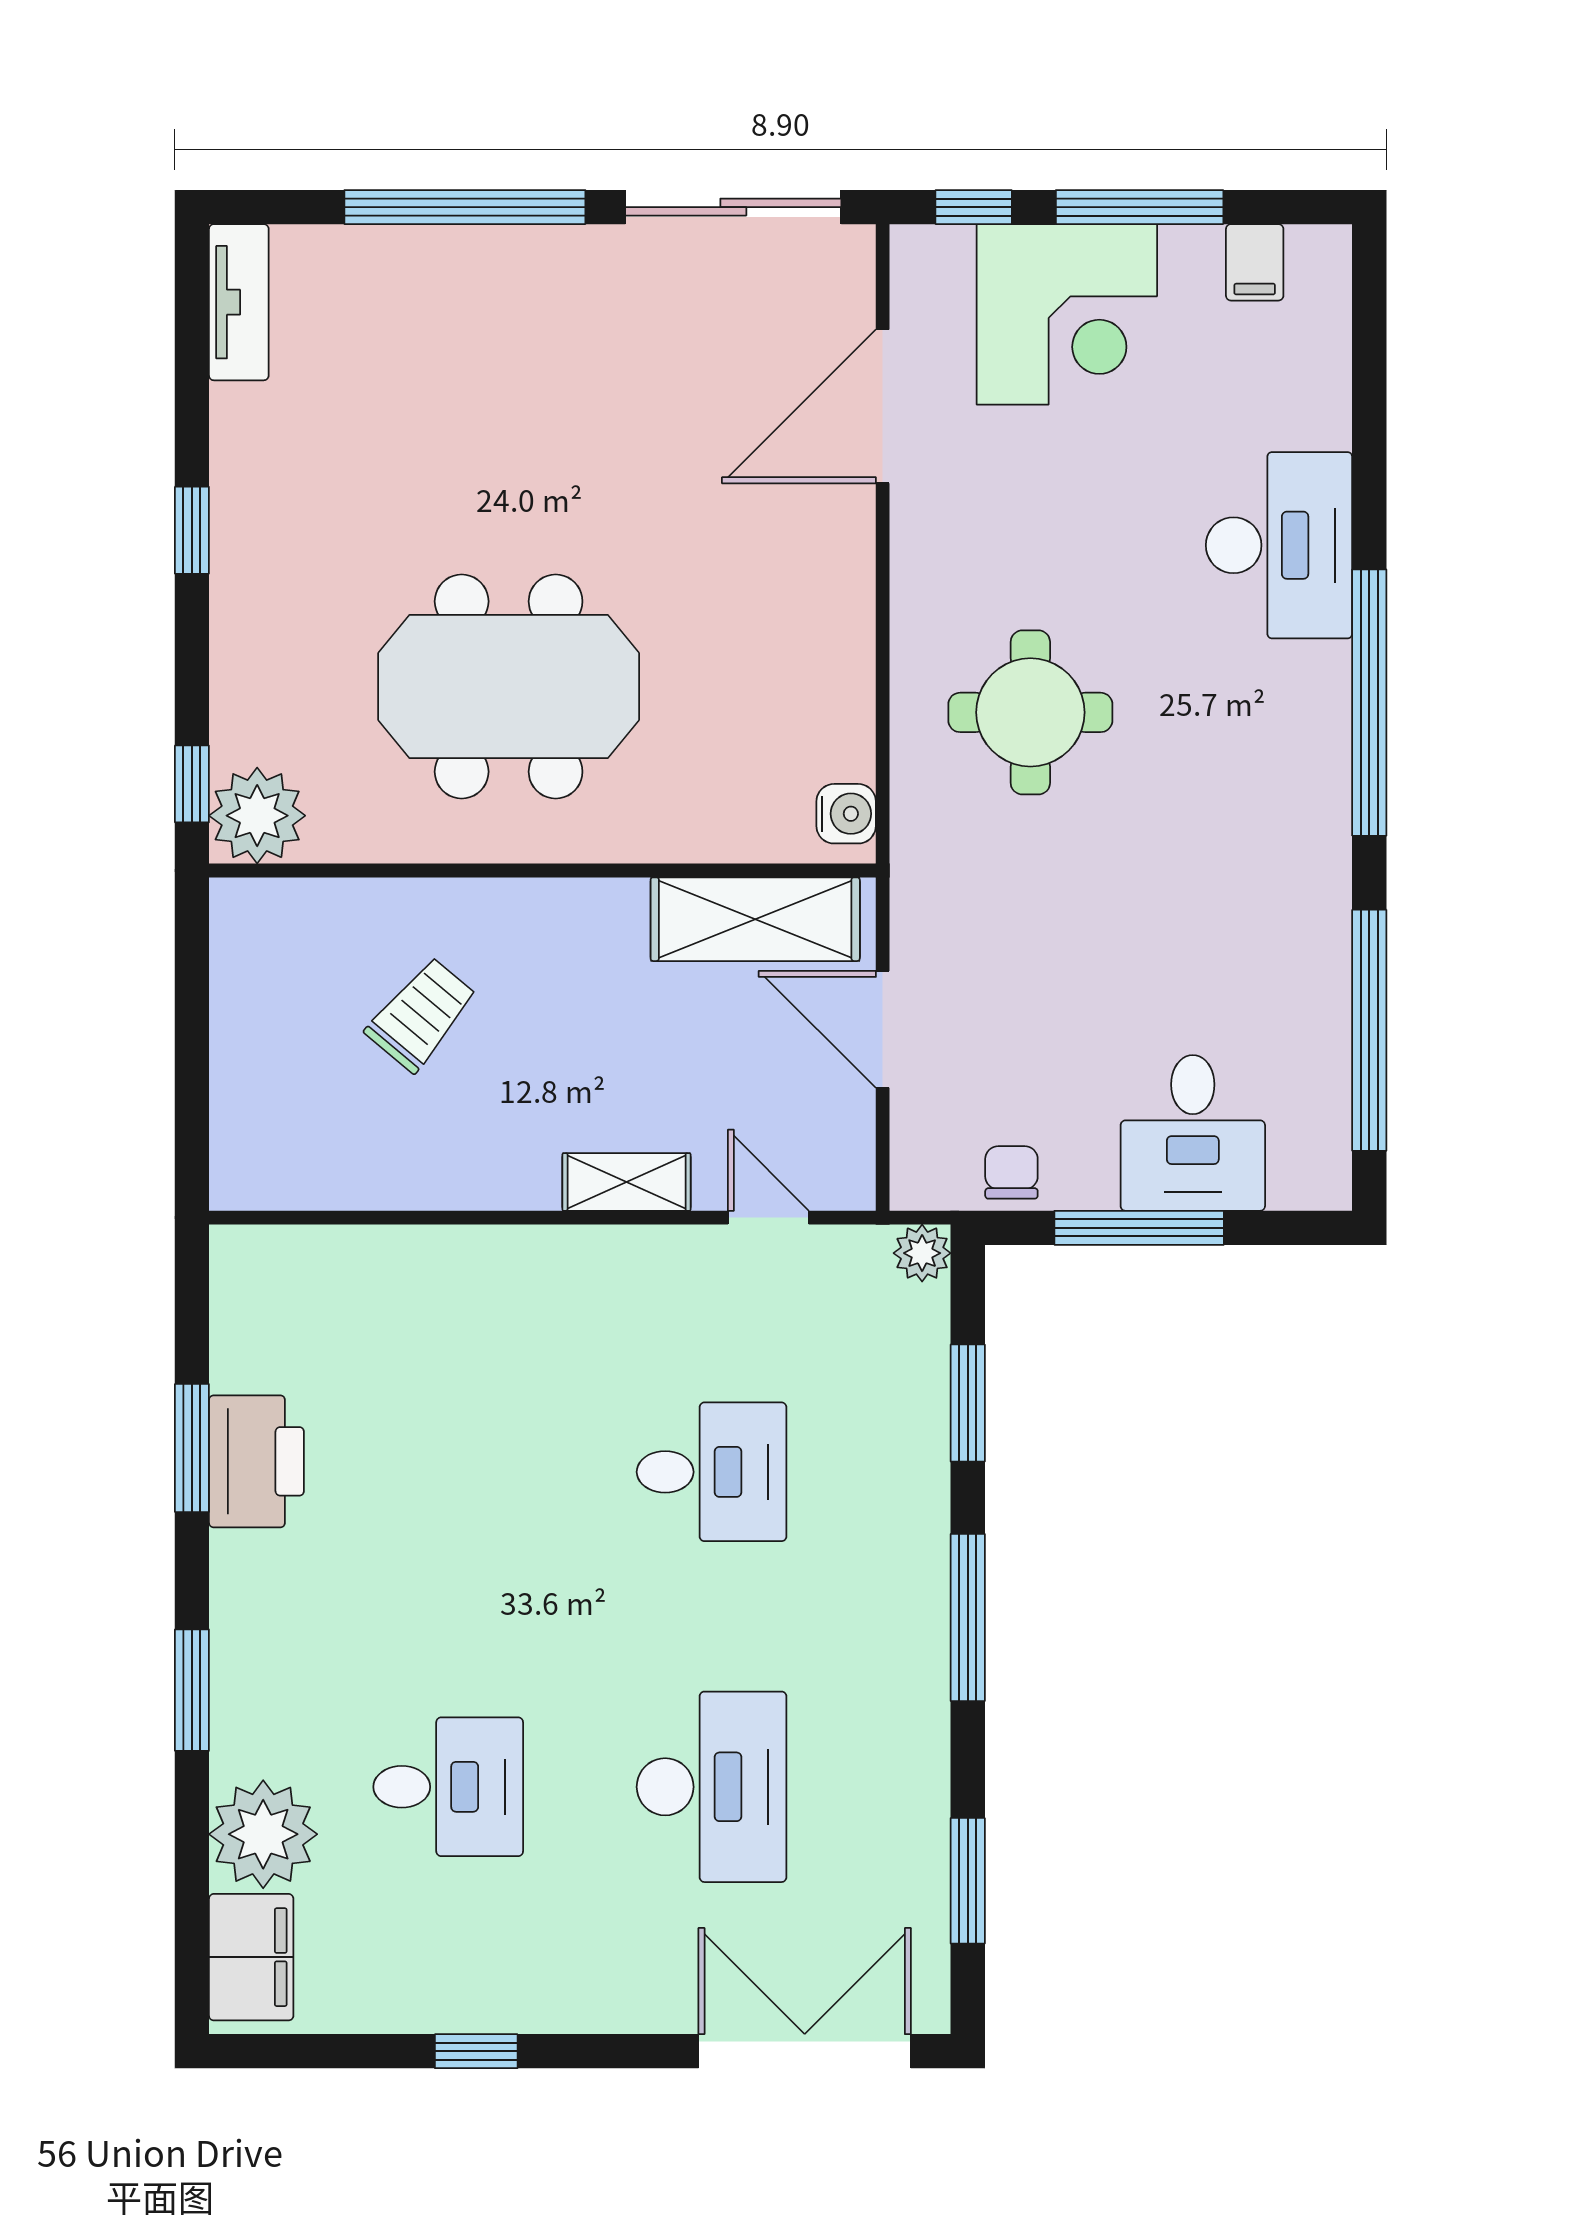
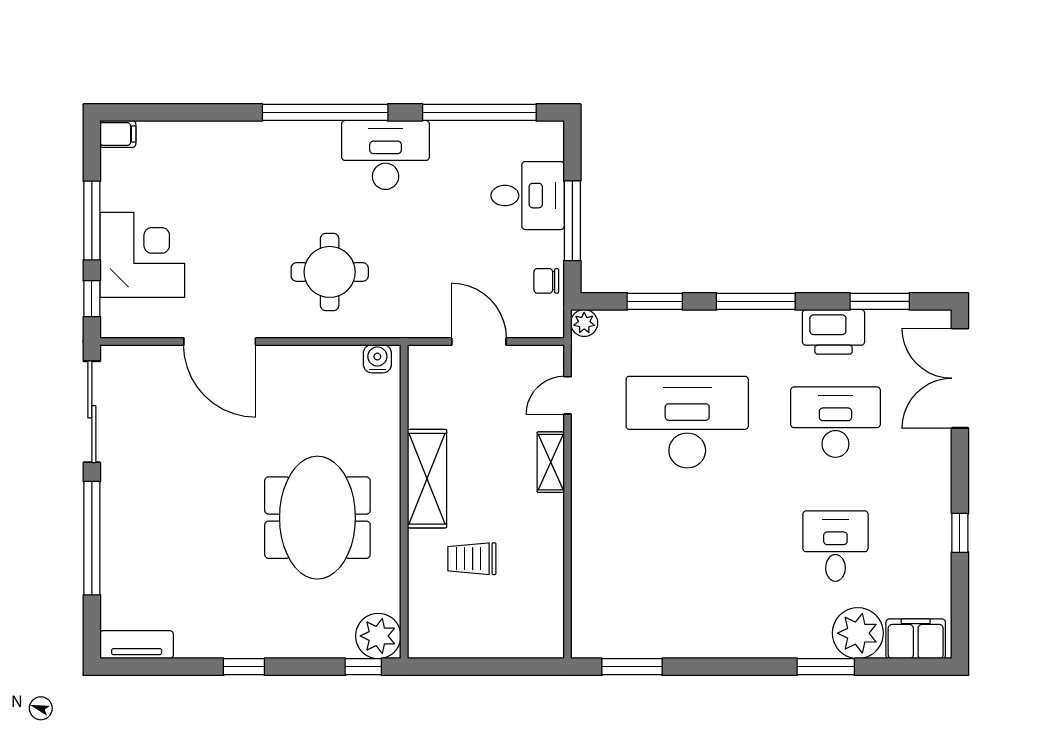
filing cabinet: (1255, 262) -> (118, 134), moved
door: (883, 406) -> (220, 342), moved
desk: (1279, 545) -> (386, 155), moved
shelving: (755, 919) -> (427, 479), moved
trolley: (421, 1014) -> (472, 559), turned -40
door: (883, 1029) -> (479, 342), swing flipped
window: (192, 1448) -> (632, 667), moved
printer: (256, 1461) -> (834, 332), moved, turned 180
desk: (712, 1472) -> (687, 422), width x1.87, depth x1.30
window: (192, 1690) -> (826, 667), moved

